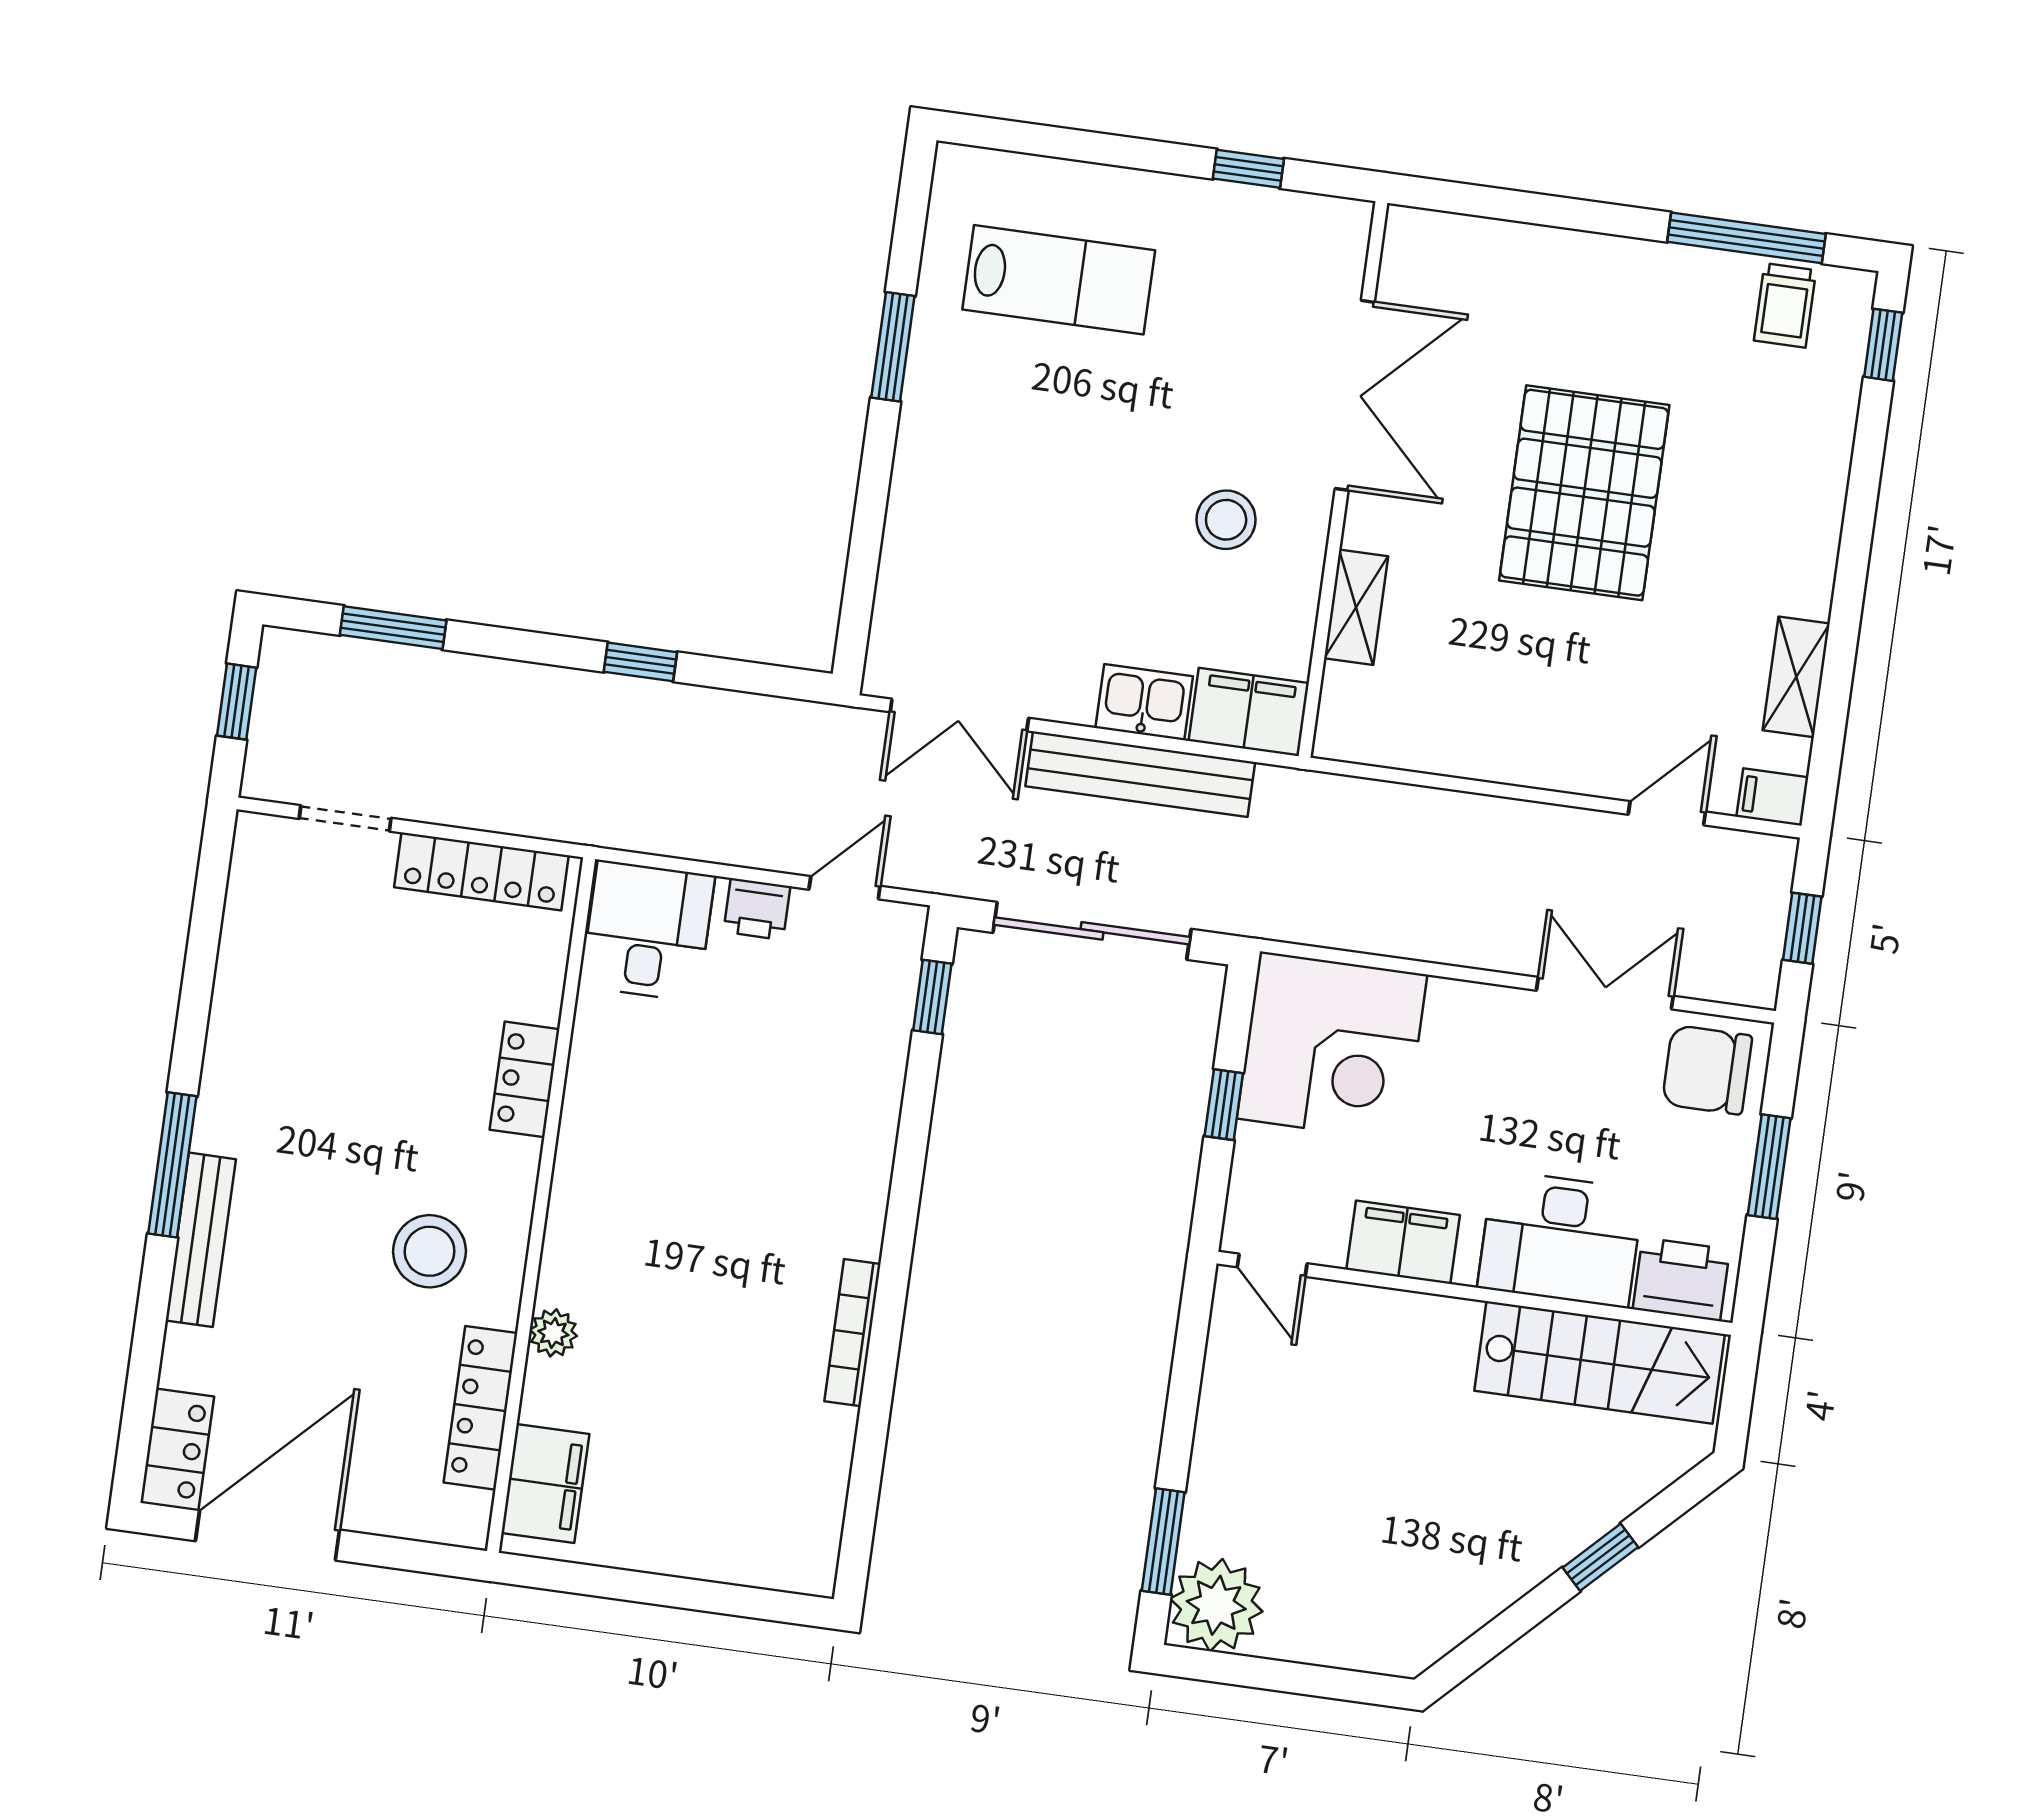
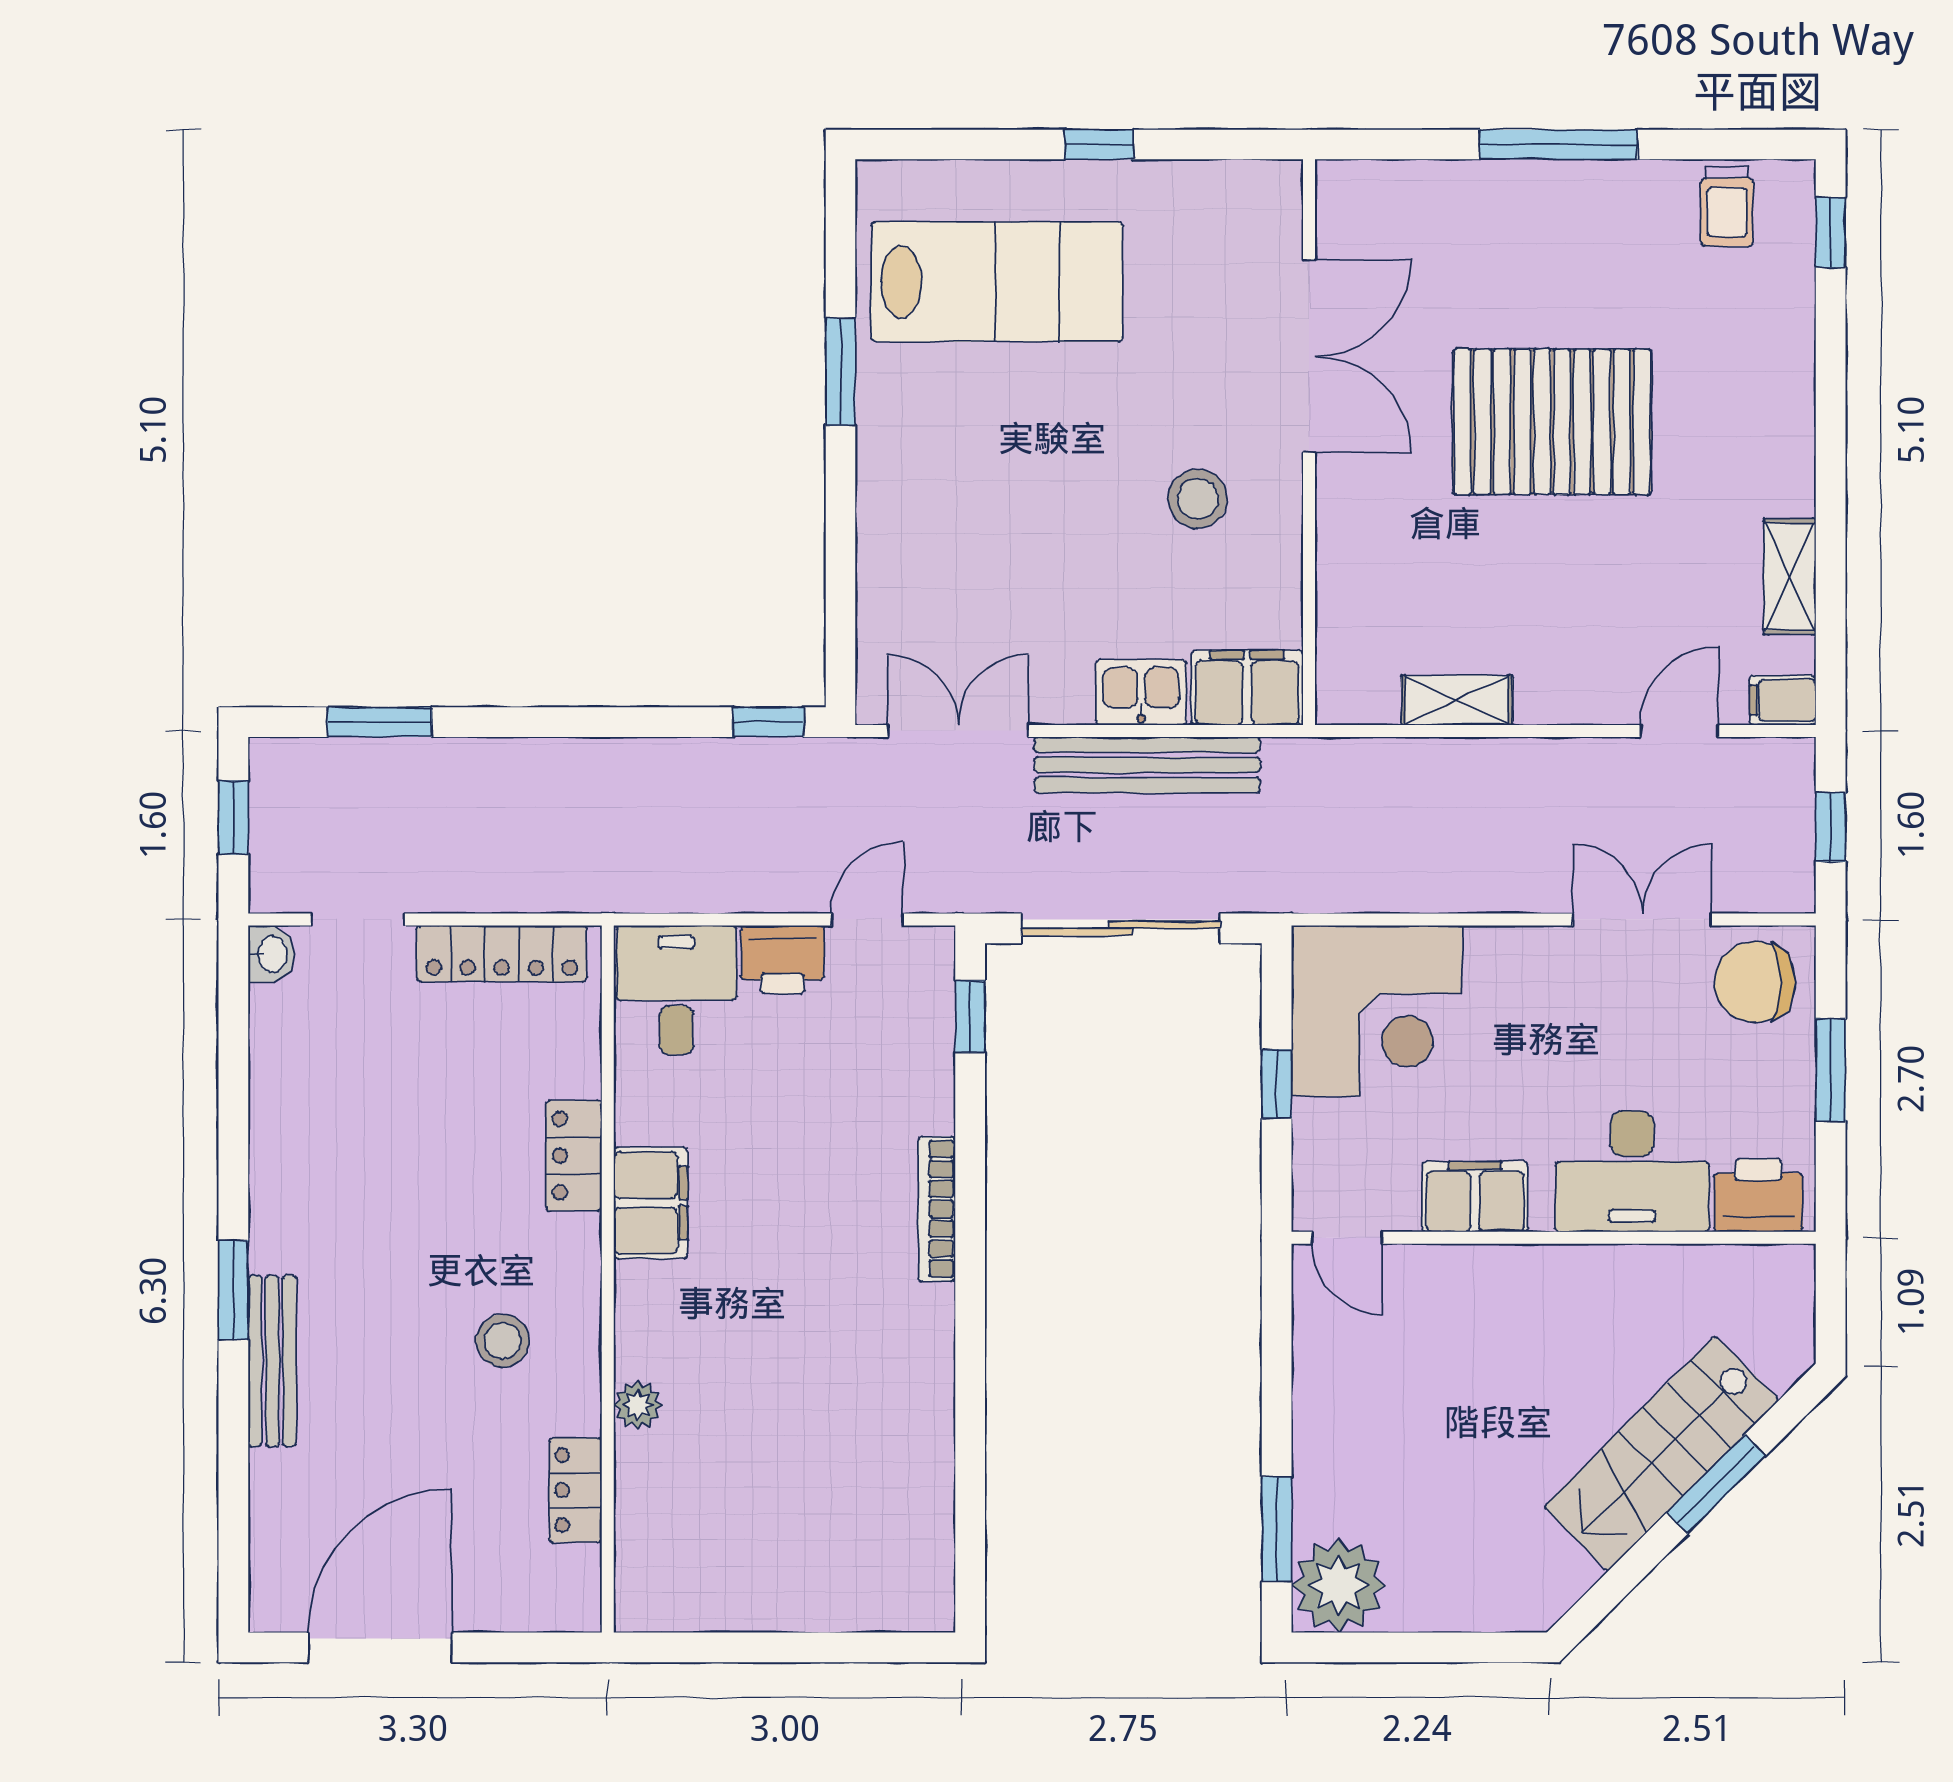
window: (1248, 169) -> (1099, 144), moved
window: (1747, 238) -> (1558, 144), moved
lab bench: (1059, 280) -> (997, 282), width x1.36, depth x1.39
pallet: (1584, 493) -> (1552, 422), turned 90
shelving: (1356, 607) -> (1457, 700), moved, turned 90
window: (640, 662) -> (768, 722), moved
double door: (959, 715) -> (958, 731), swing flipped
washbasin: (255, 840) -> (271, 954), added
printer: (757, 909) -> (782, 960), width x1.36, depth x1.24
window: (172, 1165) -> (233, 1290), width x0.69
stool: (430, 1251) -> (503, 1341), width x0.73, depth x0.73
bookcase: (852, 1333) -> (937, 1209), moved
stairs: (1600, 1362) -> (1661, 1453), moved, turned 135
locker: (481, 1408) -> (575, 1490), width x0.66
locker: (177, 1450) -> (278, 1574), removed
filing cabinet: (545, 1483) -> (651, 1203), moved
window: (1600, 1557) -> (1716, 1484), width x1.50

